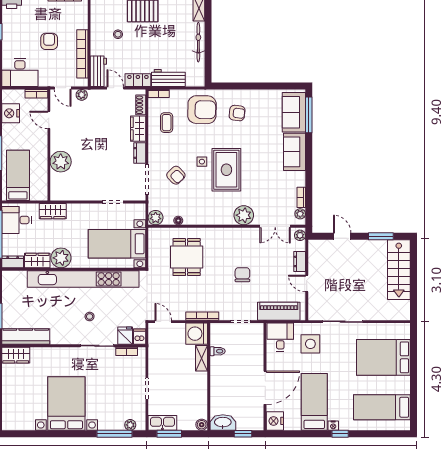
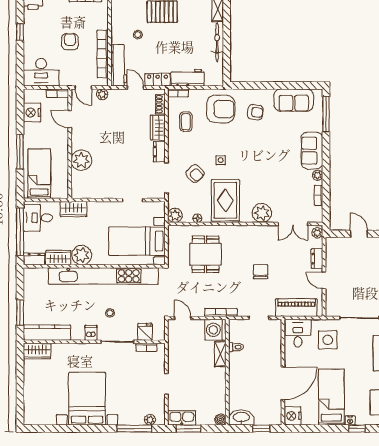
workbench: (98, 71) -> (119, 65), width x1.38
sofa: (294, 112) -> (294, 100), moved, turned -90
rug: (226, 170) -> (225, 200), moved
plant: (300, 214) -> (318, 175), moved
dishwasher: (140, 337) -> (91, 333), moved

